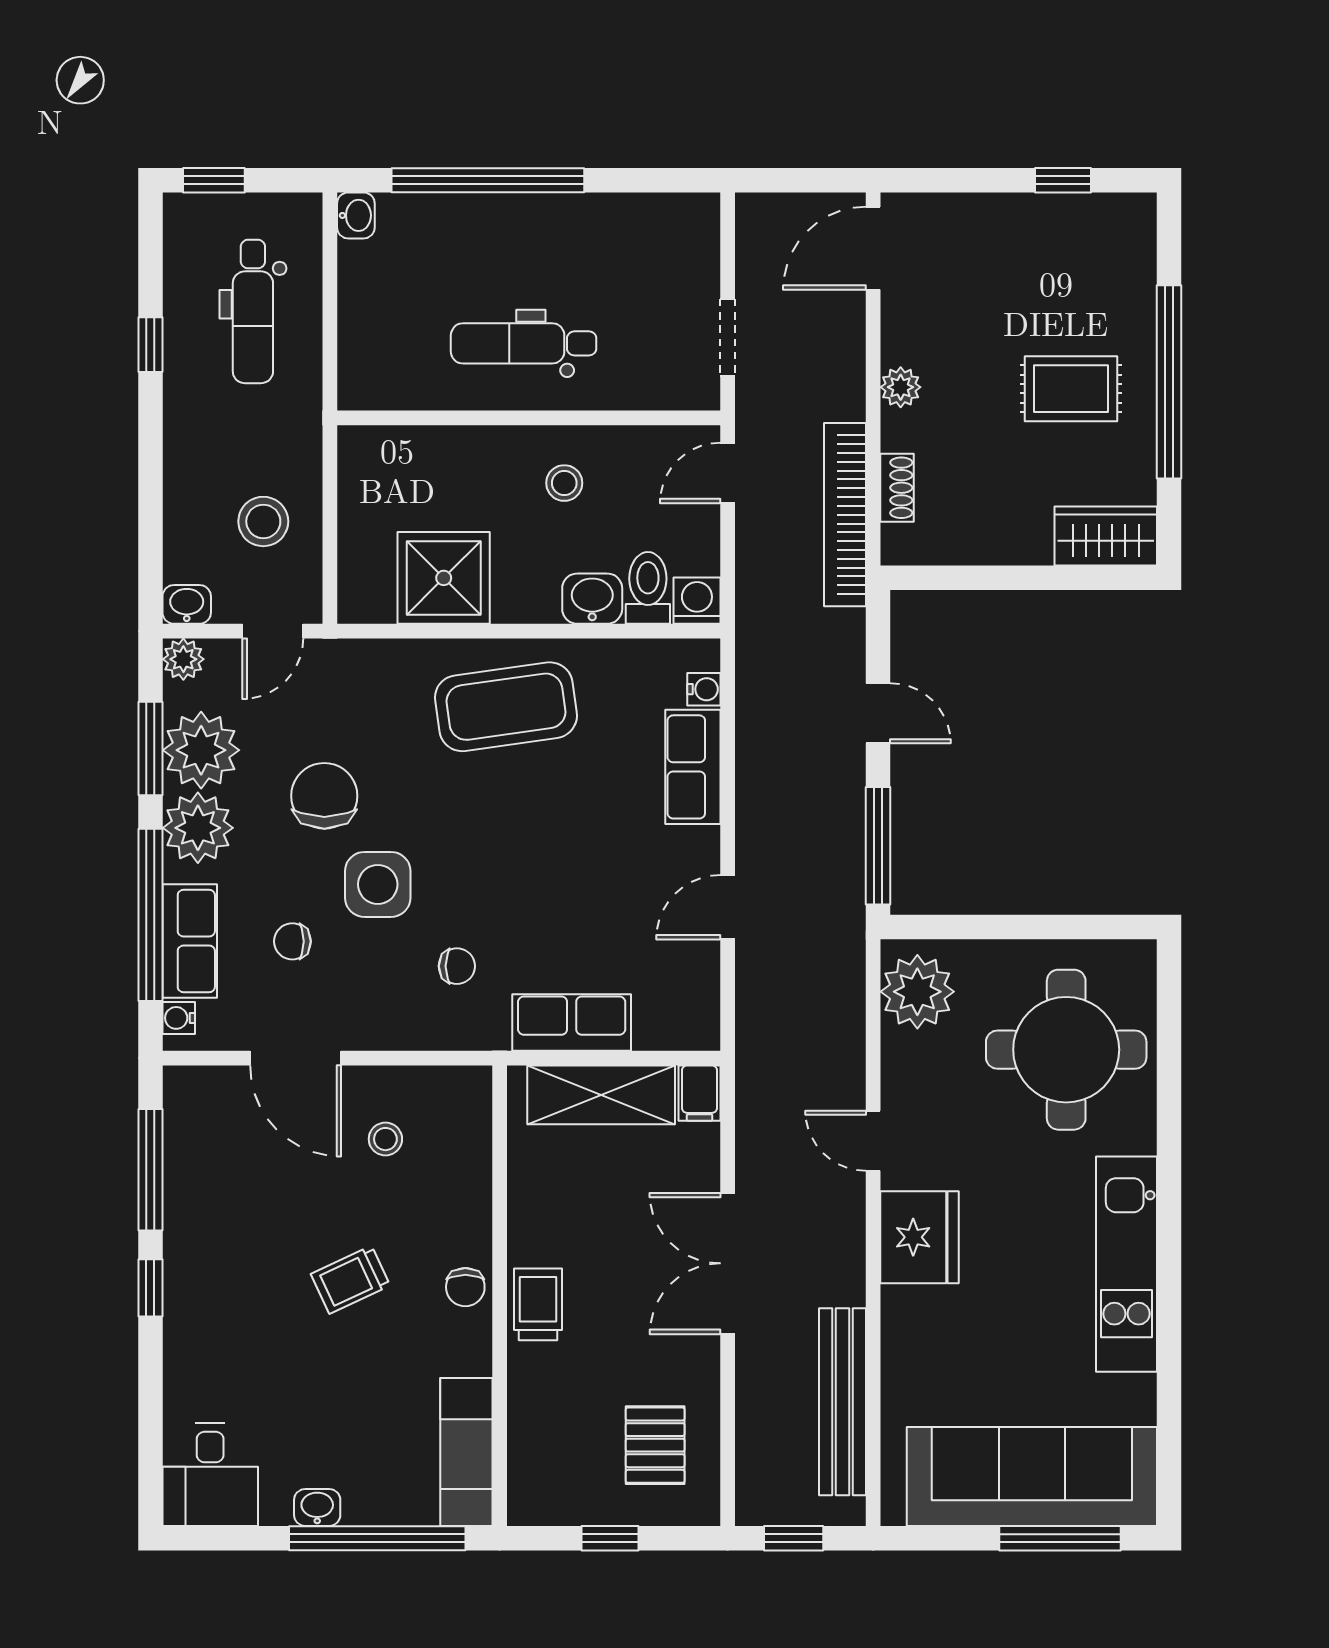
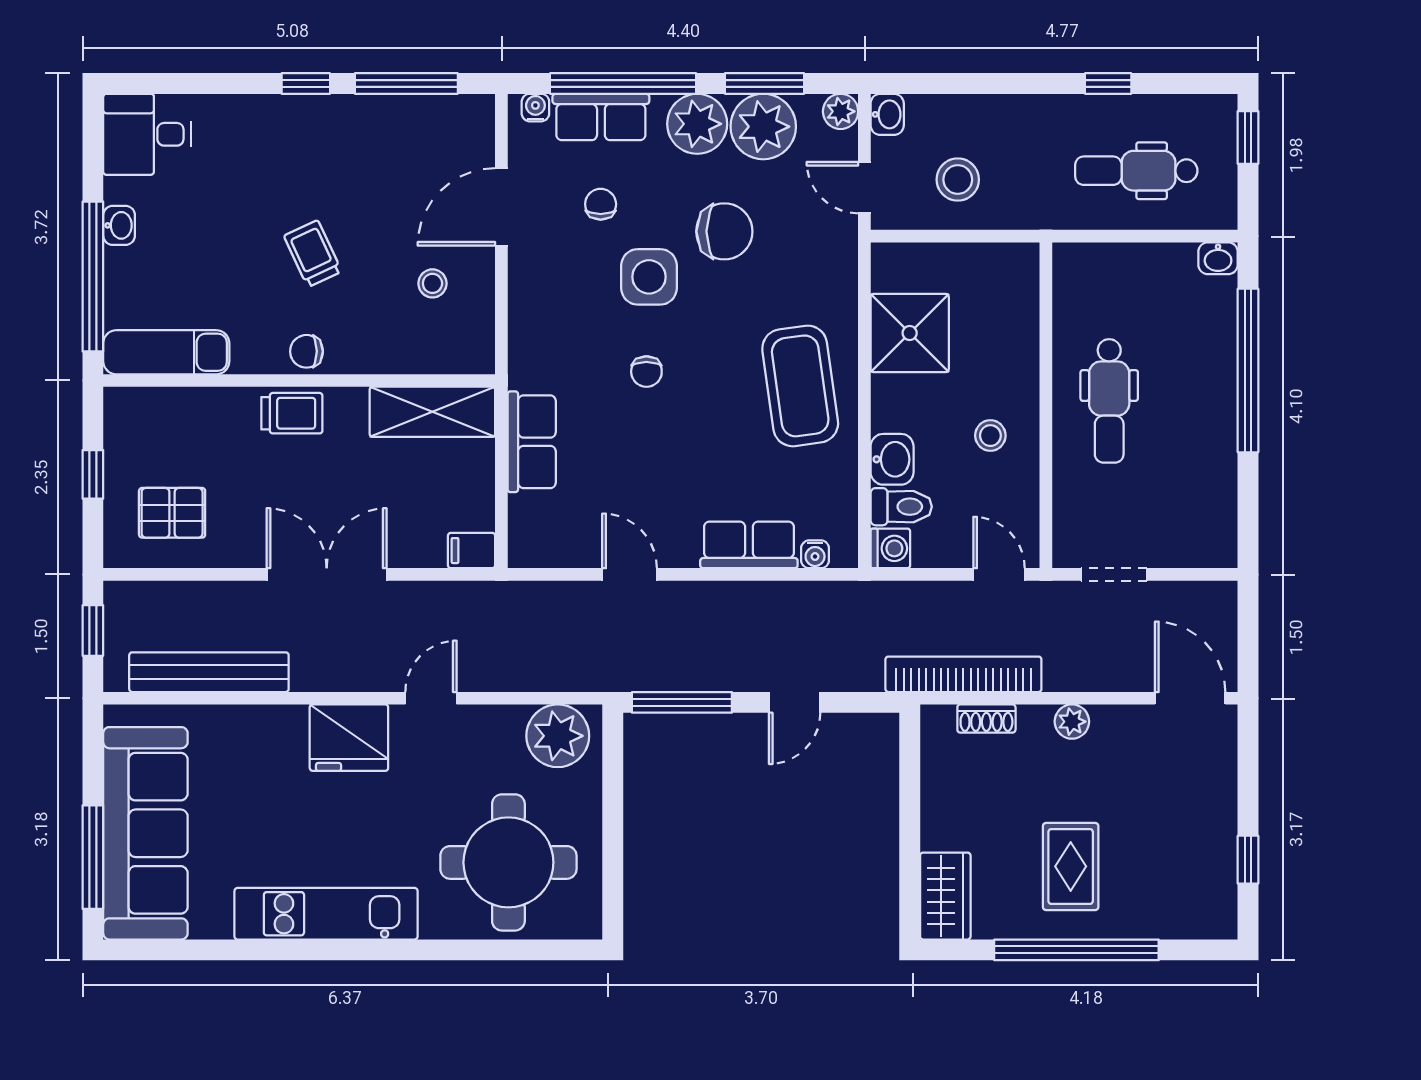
dental chair: (524, 343) -> (1109, 401), turned 180
chair: (457, 966) -> (646, 372), moved
shelving: (601, 1095) -> (432, 412), moved, turned 90

